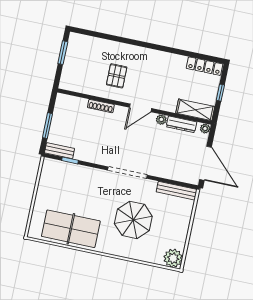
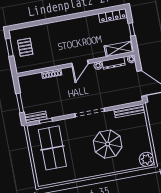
pallet: (117, 76) -> (25, 47), moved
table tennis table: (71, 229) -> (52, 148), moved, turned 90

